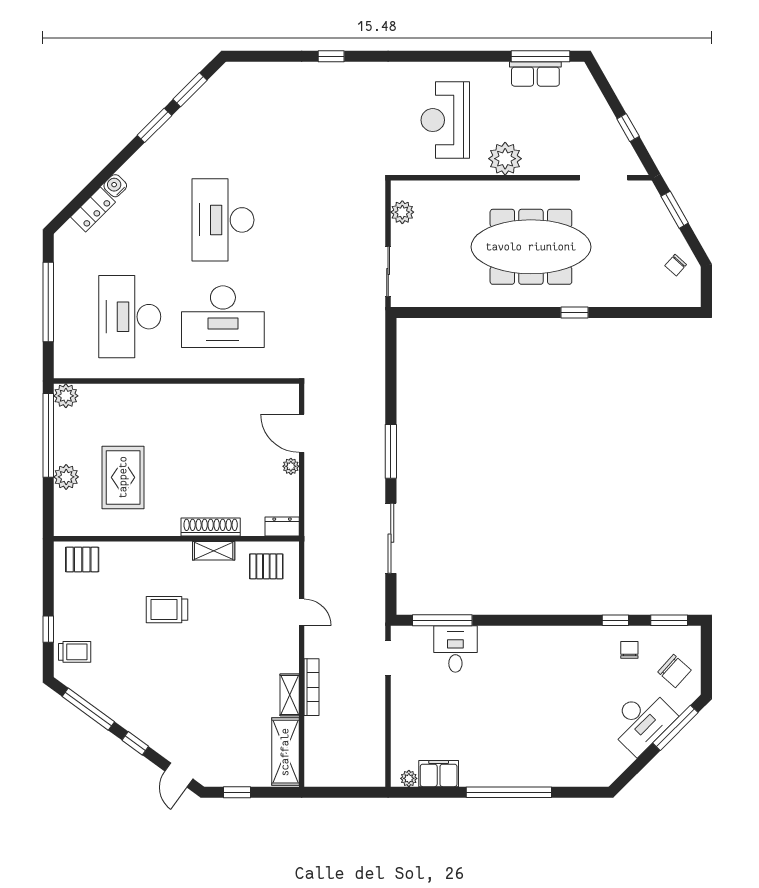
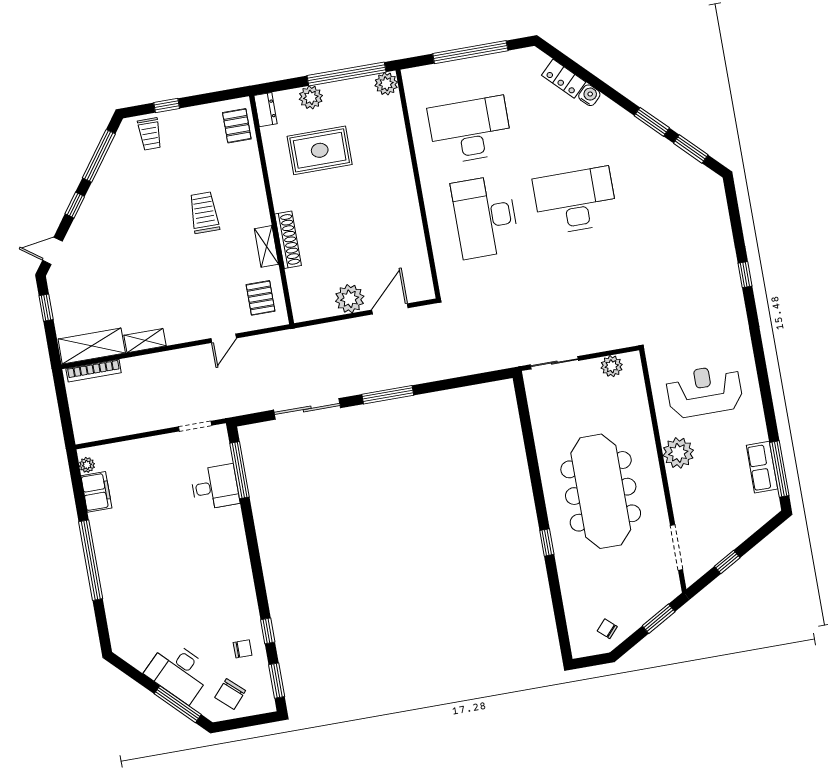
plant: (291, 466) -> (350, 299), width x1.87, depth x1.87
dresser: (282, 527) -> (266, 110), moved
bookcase: (312, 687) -> (94, 371), moved

